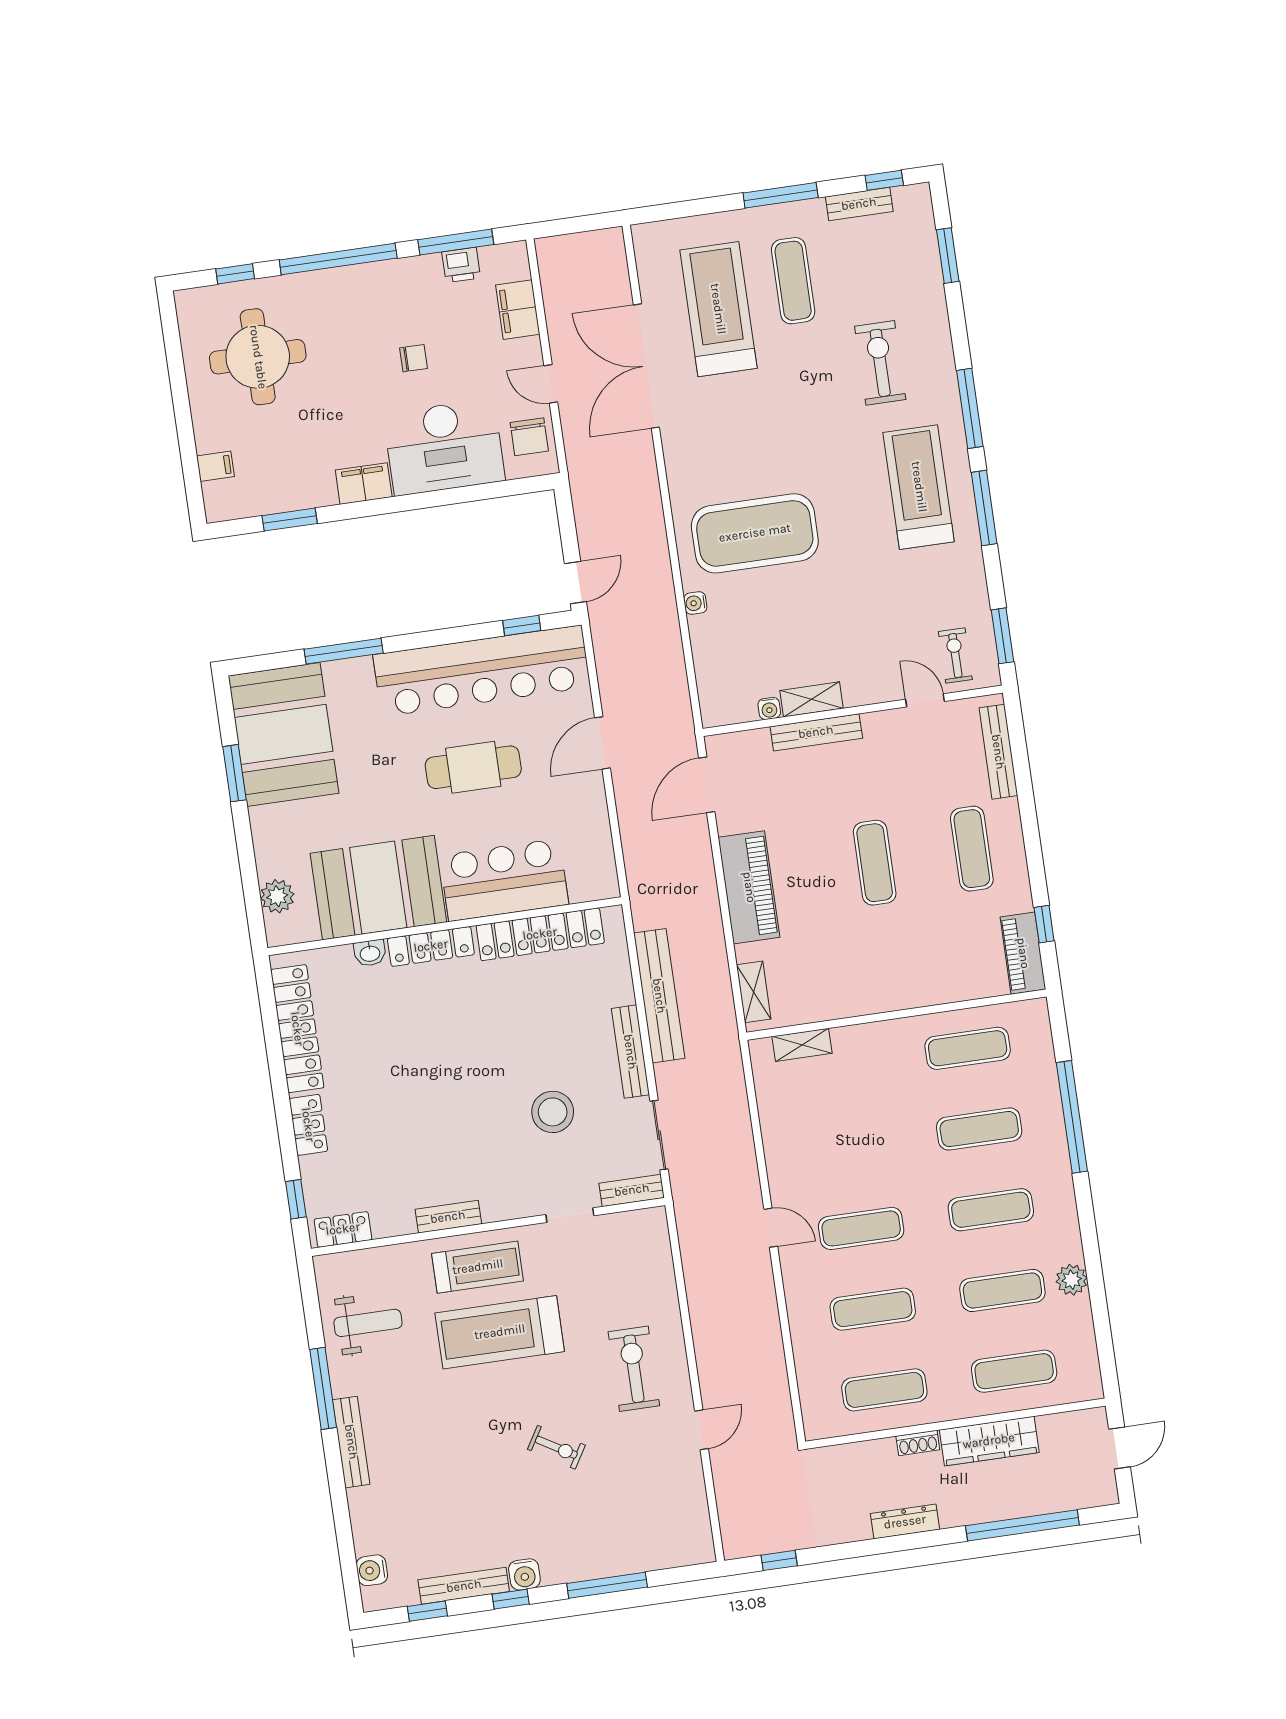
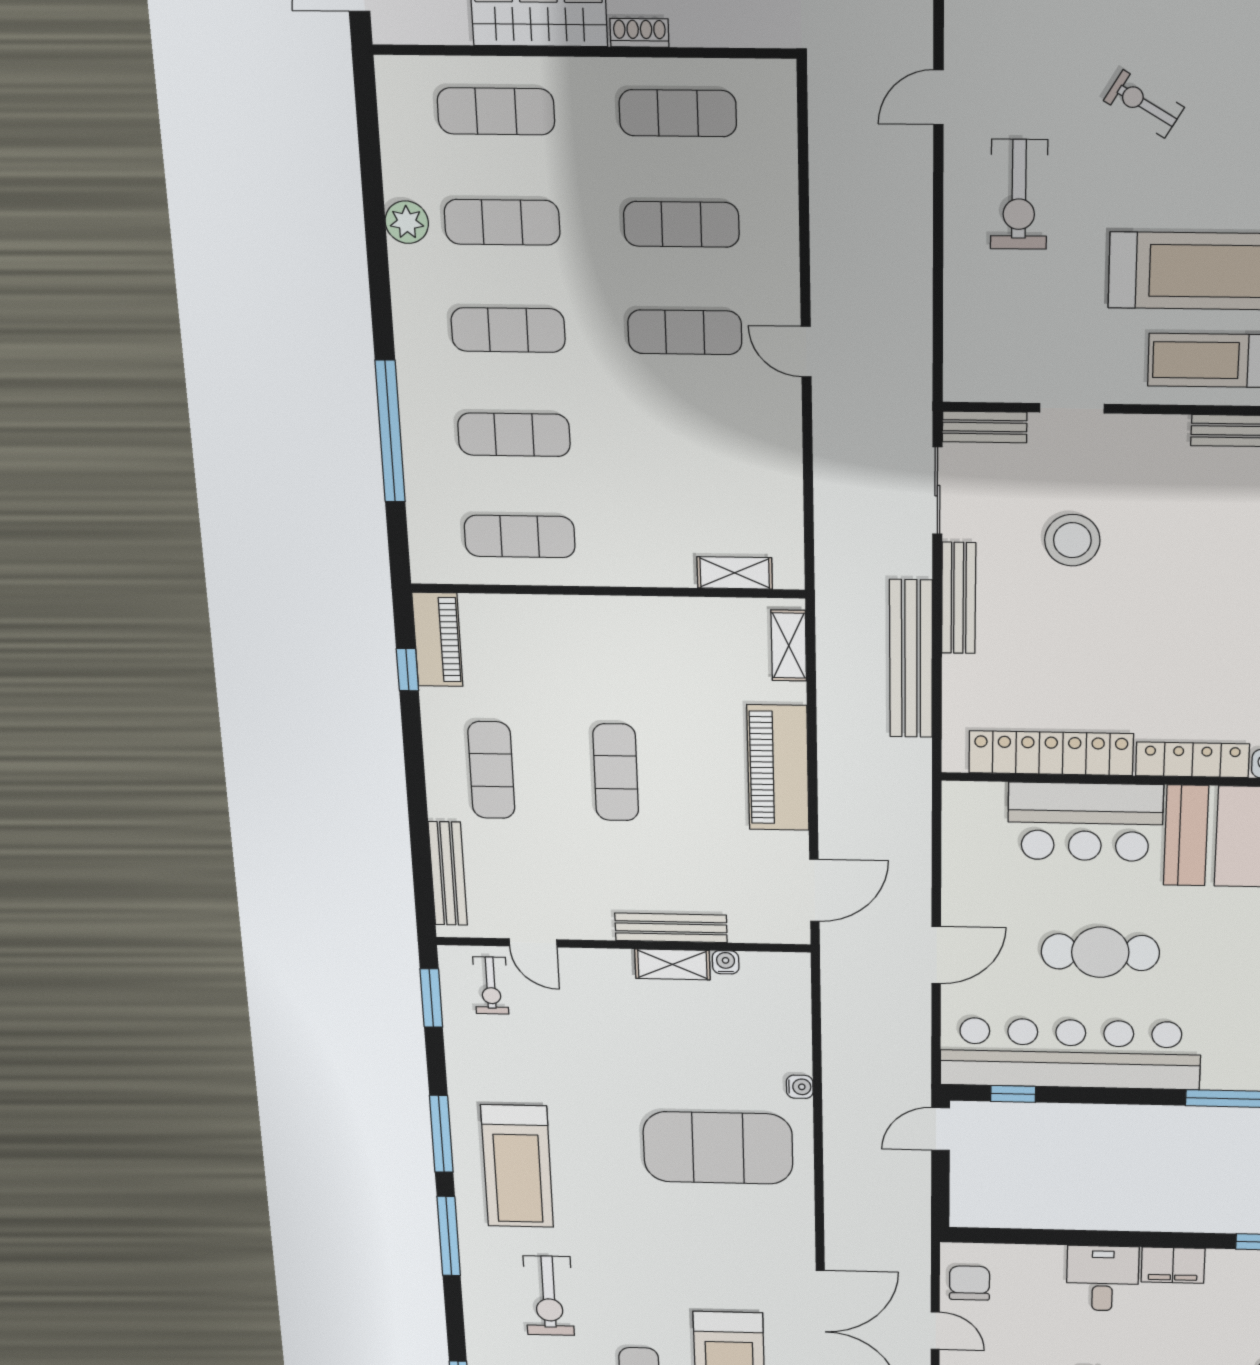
desk: (444, 447) -> (1103, 1278), width x0.53, depth x0.77

